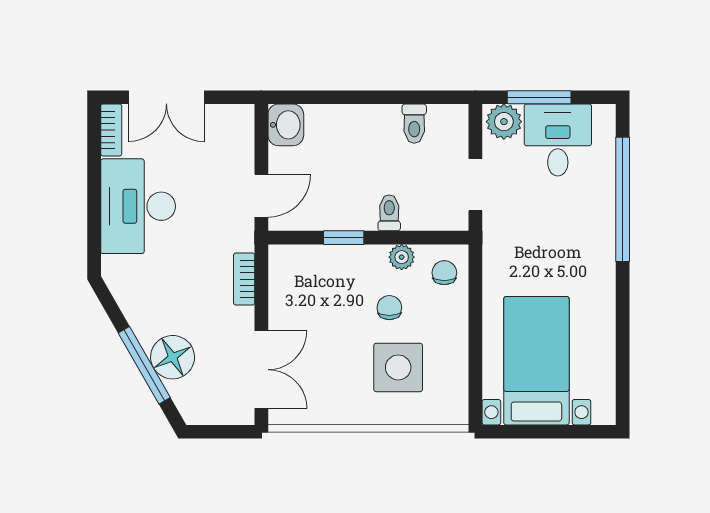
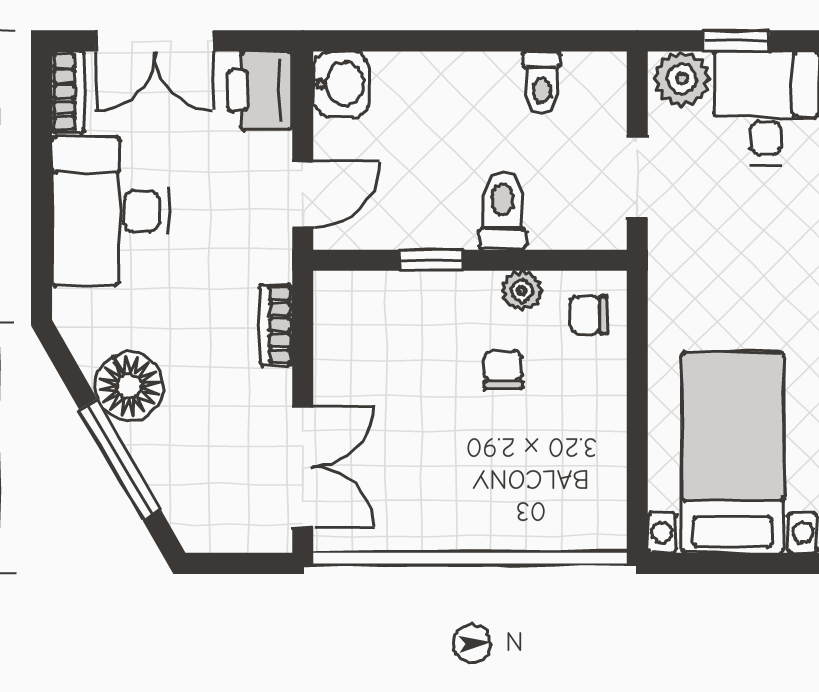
window: (539, 97) -> (737, 41), width x0.67
printer: (234, 129) -> (260, 90), added
toilet: (389, 213) -> (503, 211), width x1.37, depth x1.39
chair: (444, 273) -> (589, 315), turned -90
floor lamp: (173, 357) -> (129, 386), moved
side table: (398, 367) -> (517, 463), removed

